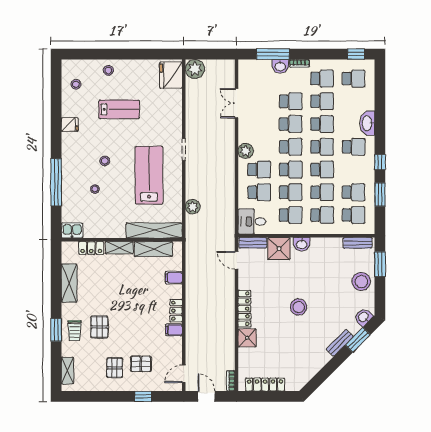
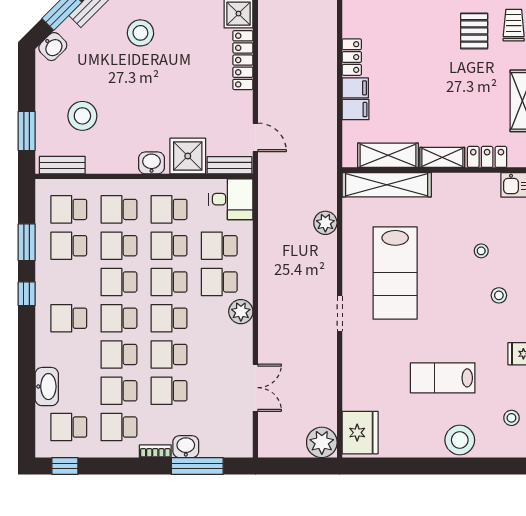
stool: (108, 70) -> (460, 440), width x1.89, depth x1.89
washbasin: (367, 123) -> (47, 387), moved
stool: (105, 161) -> (499, 295), moved
stool: (361, 282) -> (82, 116), moved
stool: (299, 307) -> (140, 33), moved
filing cabinet: (174, 330) -> (355, 88), moved

